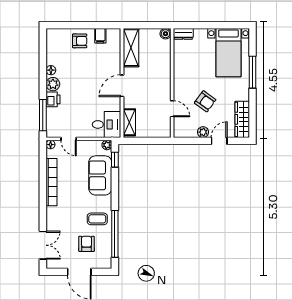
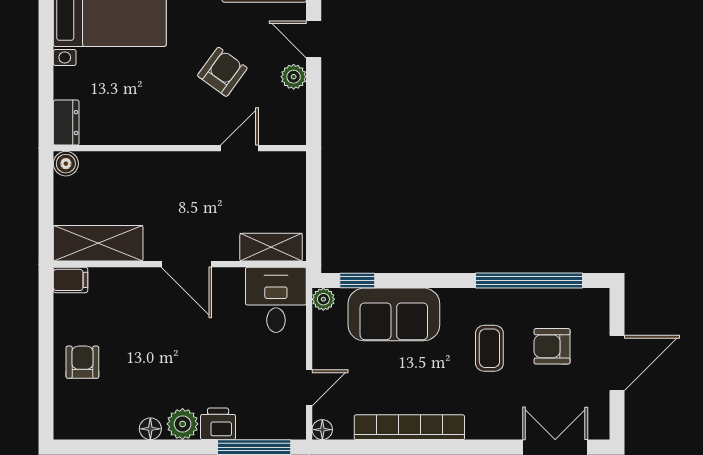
filing cabinet: (100, 36) -> (71, 280), moved
coffee table: (97, 219) -> (489, 348), moved

